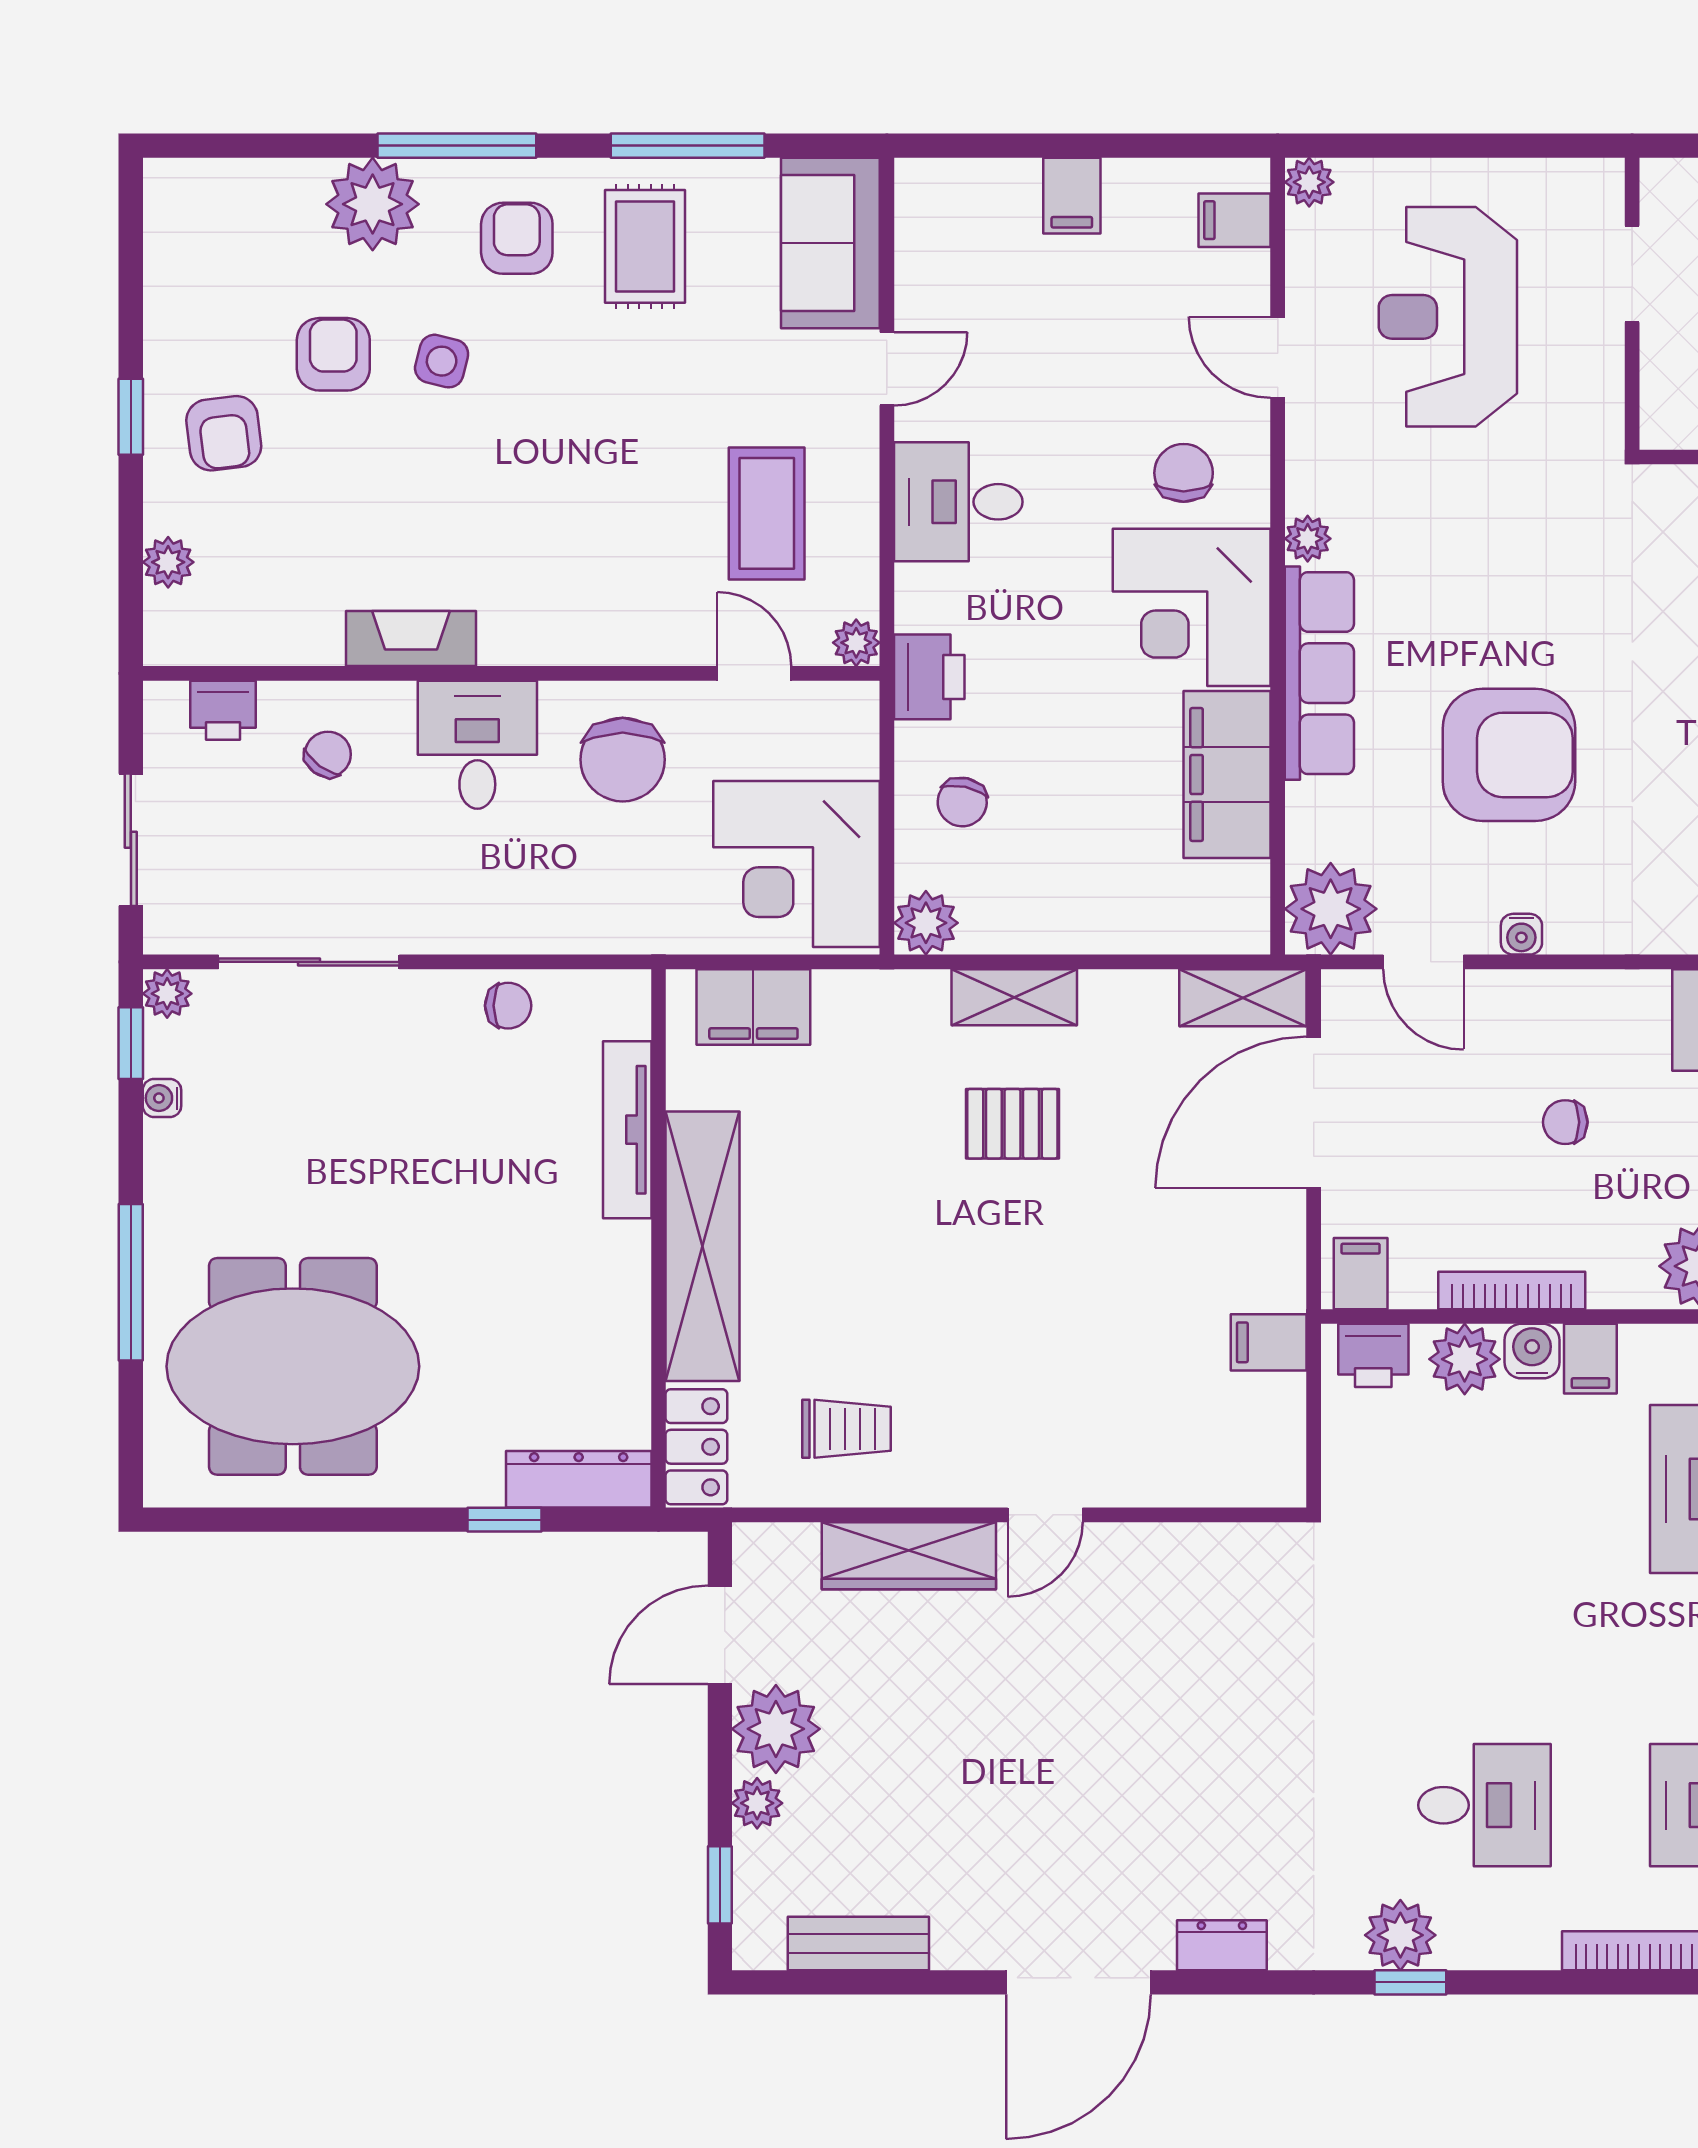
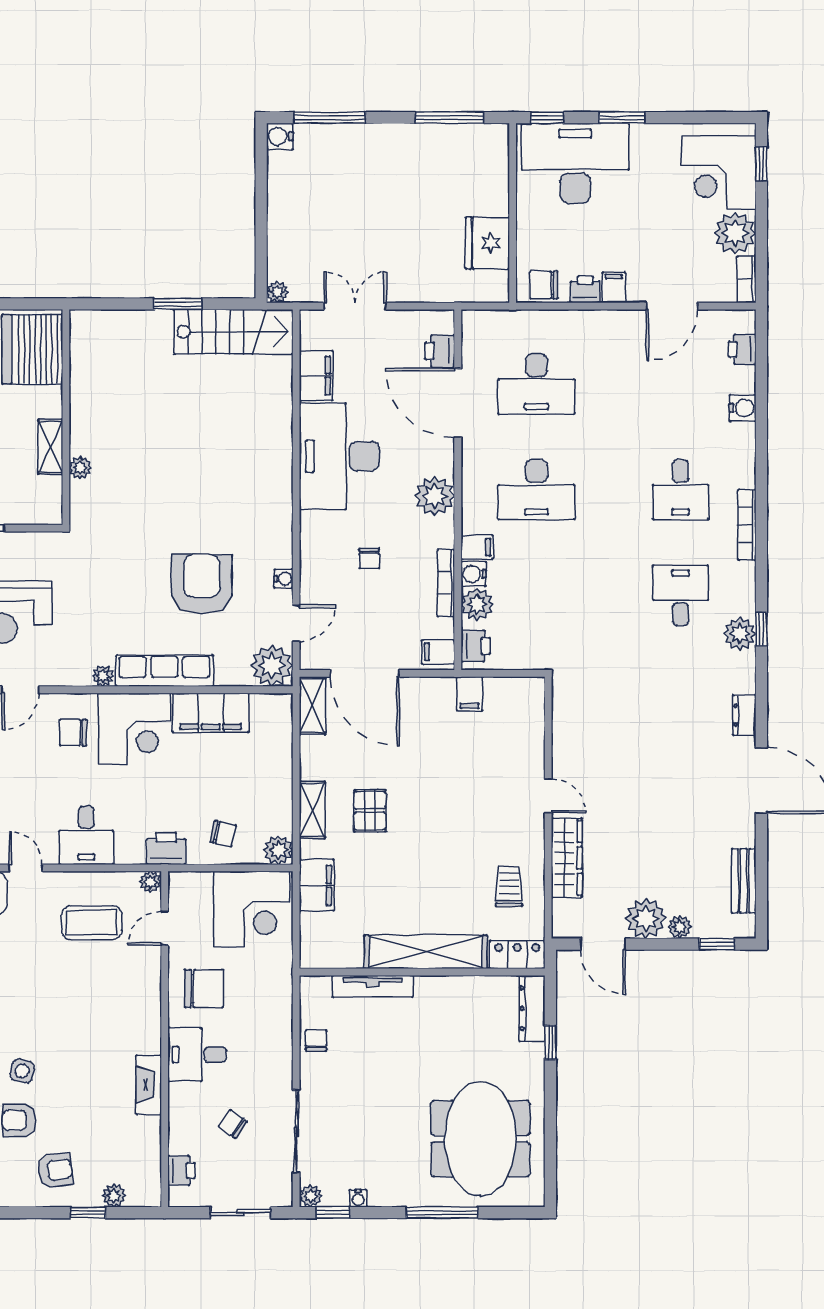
window: (131, 417) -> (88, 1213), moved
chair: (328, 754) -> (233, 1124), moved
filing cabinet: (753, 1007) -> (317, 885), moved

